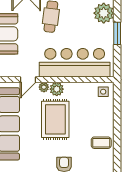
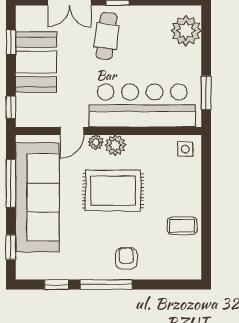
window: (117, 33) -> (206, 93), moved
rug: (55, 119) -> (113, 191), turned 90

